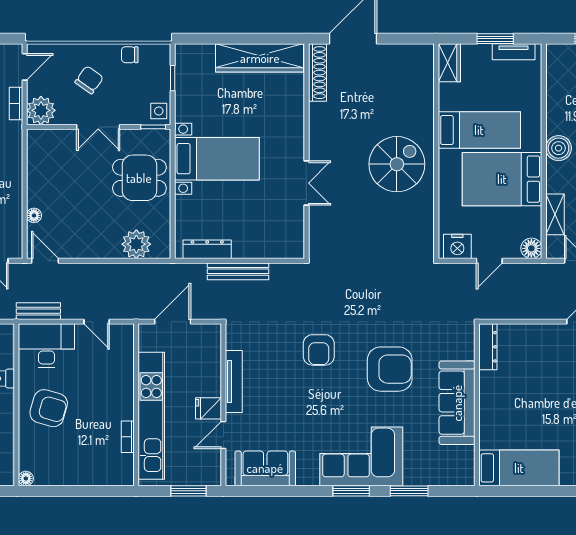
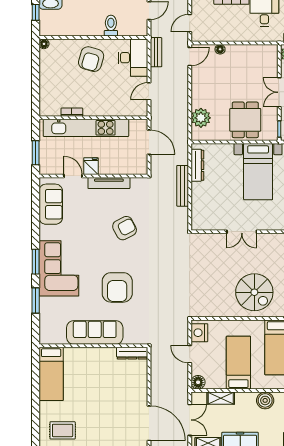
bed: (502, 179) -> (238, 363), width x0.67
armchair: (319, 350) -> (125, 228), moved, turned 152

